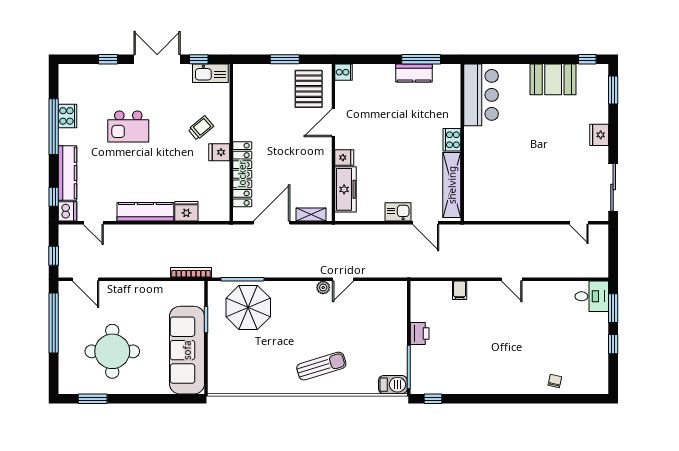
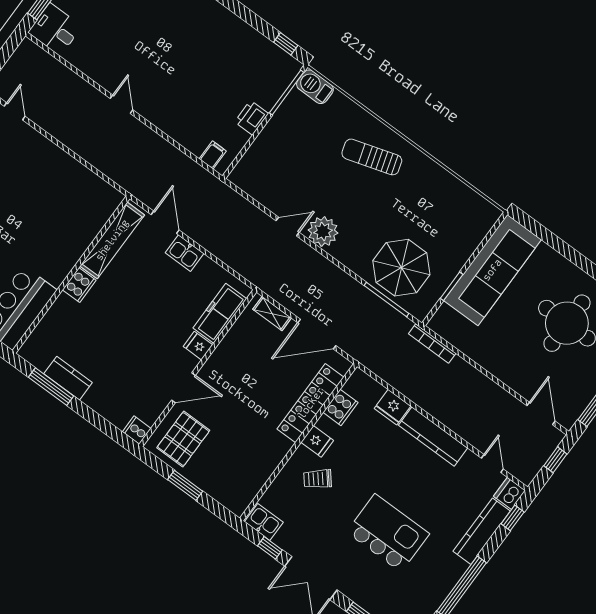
kitchen sink: (210, 73) -> (264, 522), width x0.73
cooker: (68, 116) -> (340, 407), moved, turned 180
kitchen island: (128, 126) -> (388, 533), width x1.37, depth x1.28
plant: (323, 287) -> (323, 231), width x1.87, depth x1.87
filing cabinet: (460, 290) -> (213, 155), moved

